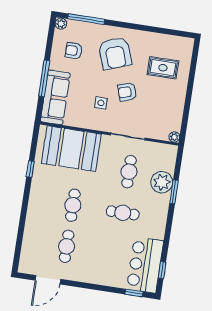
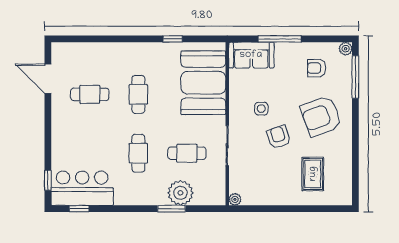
armchair: (74, 51) -> (317, 68), turned -90
sofa: (55, 97) -> (251, 55), width x0.73
cafe table: (73, 205) -> (138, 94), turned 90

